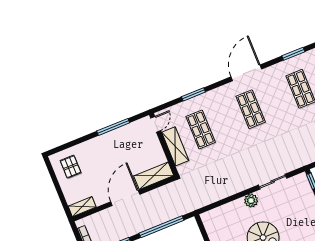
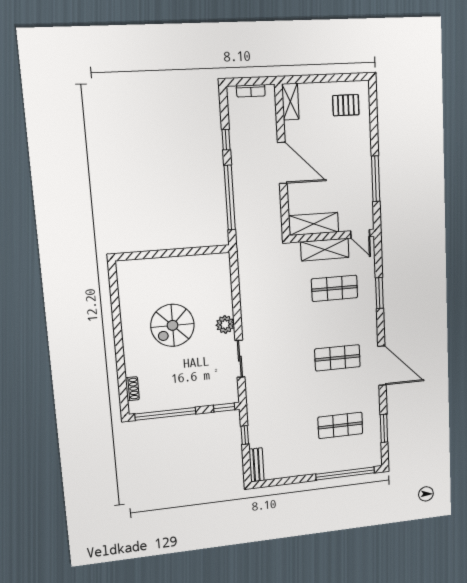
shelving: (154, 176) -> (314, 224), moved, turned 90

